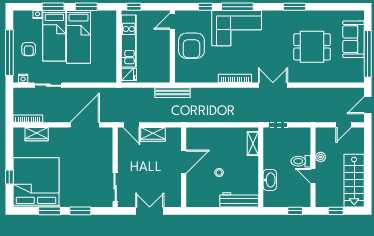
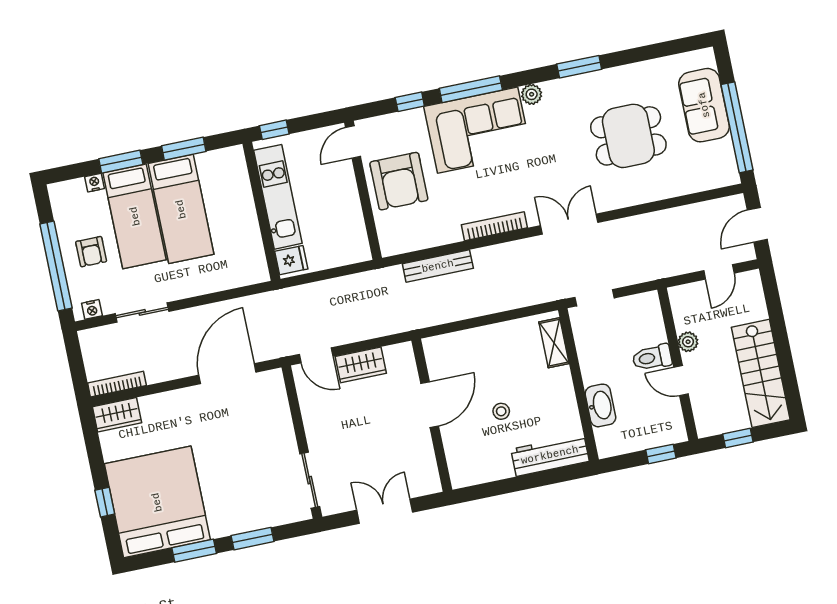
plant: (268, 16) -> (532, 94), added
bench: (173, 93) -> (438, 266), moved
wardrobe: (37, 134) -> (117, 415), moved

